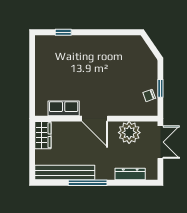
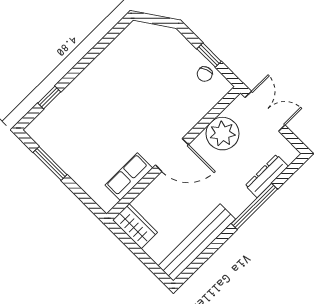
window: (32, 64) -> (50, 163), added
window: (88, 183) -> (254, 206), moved

